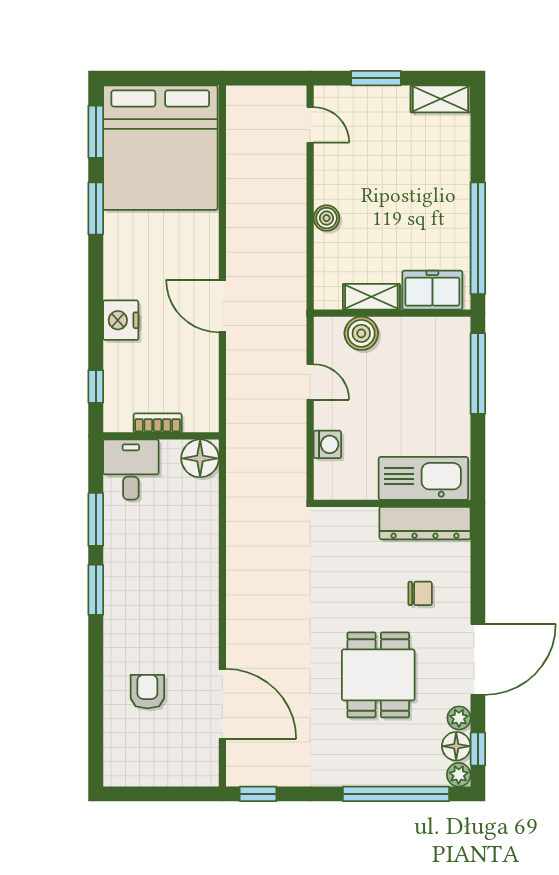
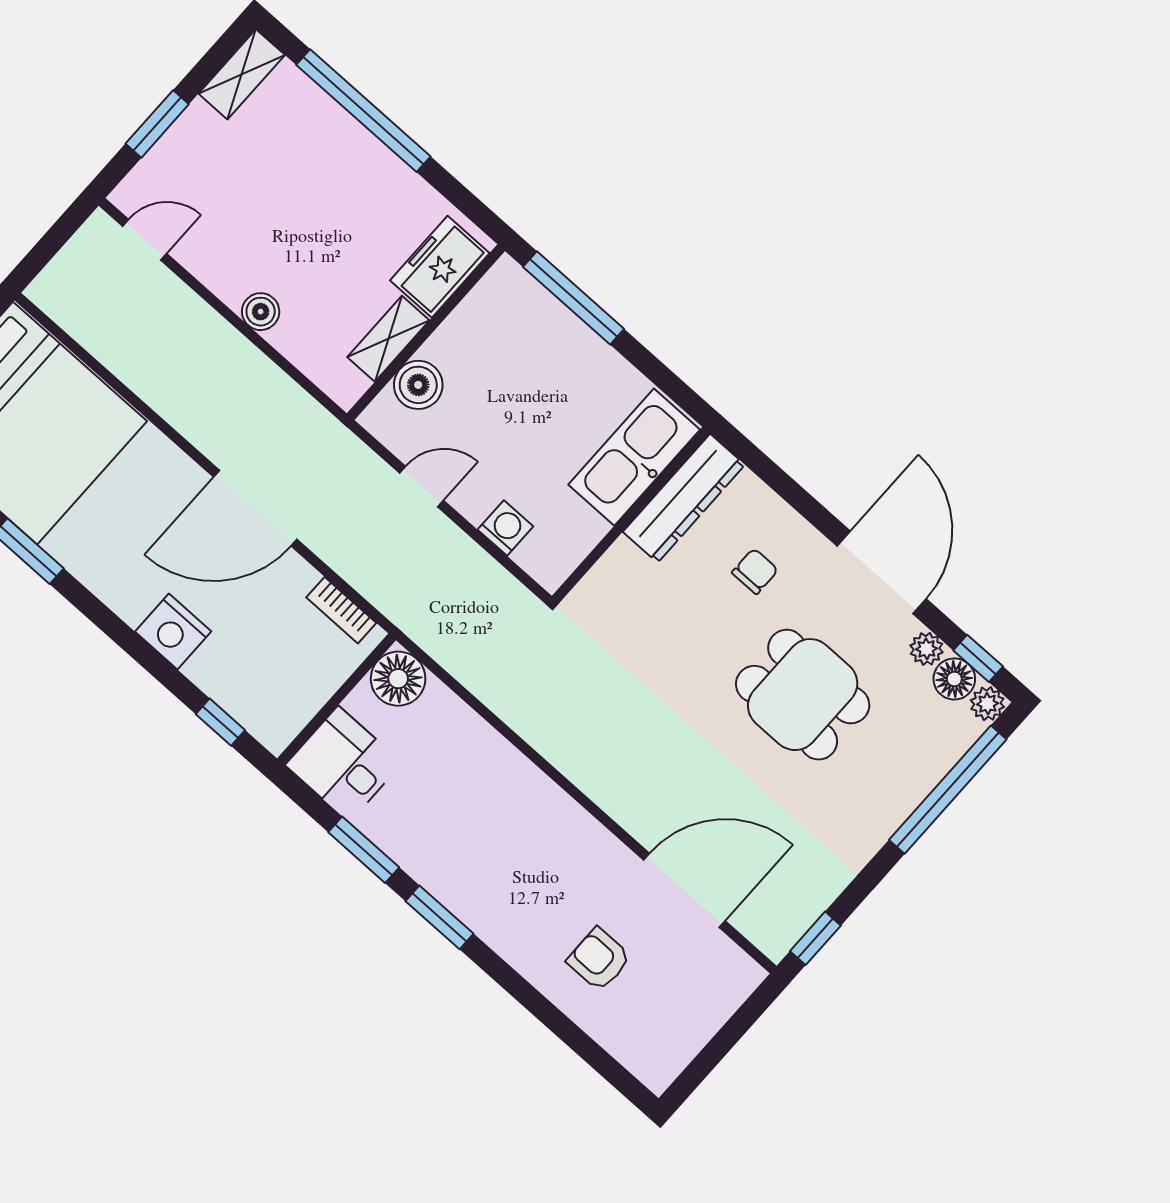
window: (478, 238) -> (363, 111), moved
door: (222, 306) -> (255, 508), width x1.36
bookcase: (158, 423) -> (341, 610), moved, turned -90

